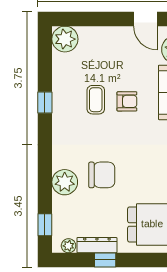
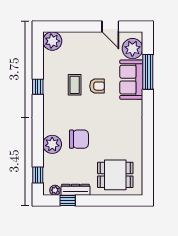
window: (105, 260) -> (68, 200), moved

